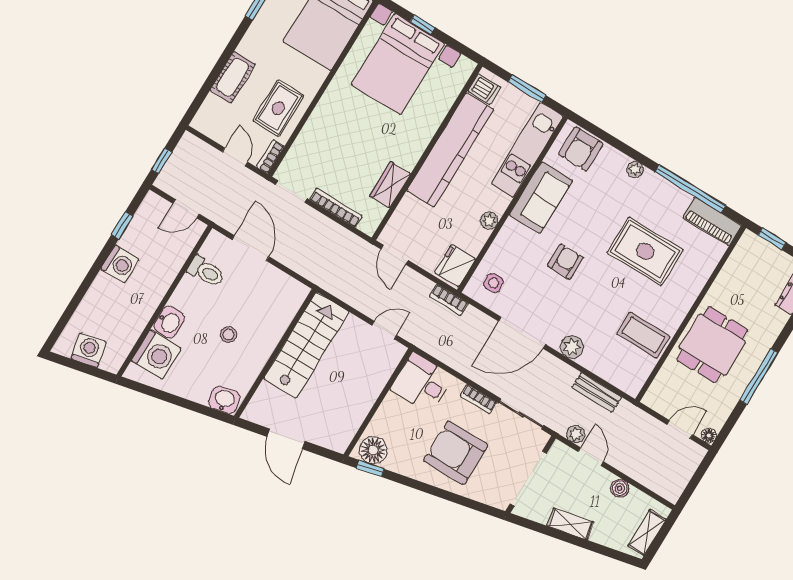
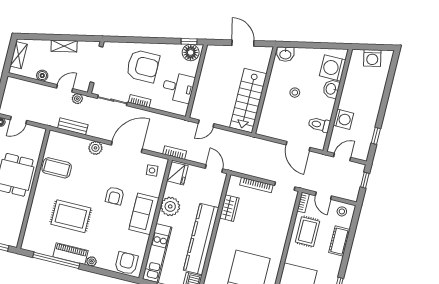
stool: (214, 123) -> (342, 211), added
sofa: (541, 198) -> (144, 214), moved
plant: (489, 221) -> (170, 206), width x1.88, depth x1.88
piano: (712, 222) -> (70, 254), moved
washing machine: (120, 264) -> (343, 119), moved, turned 180
desk: (422, 383) -> (178, 87), moved
door: (591, 457) -> (65, 88), swing flipped

